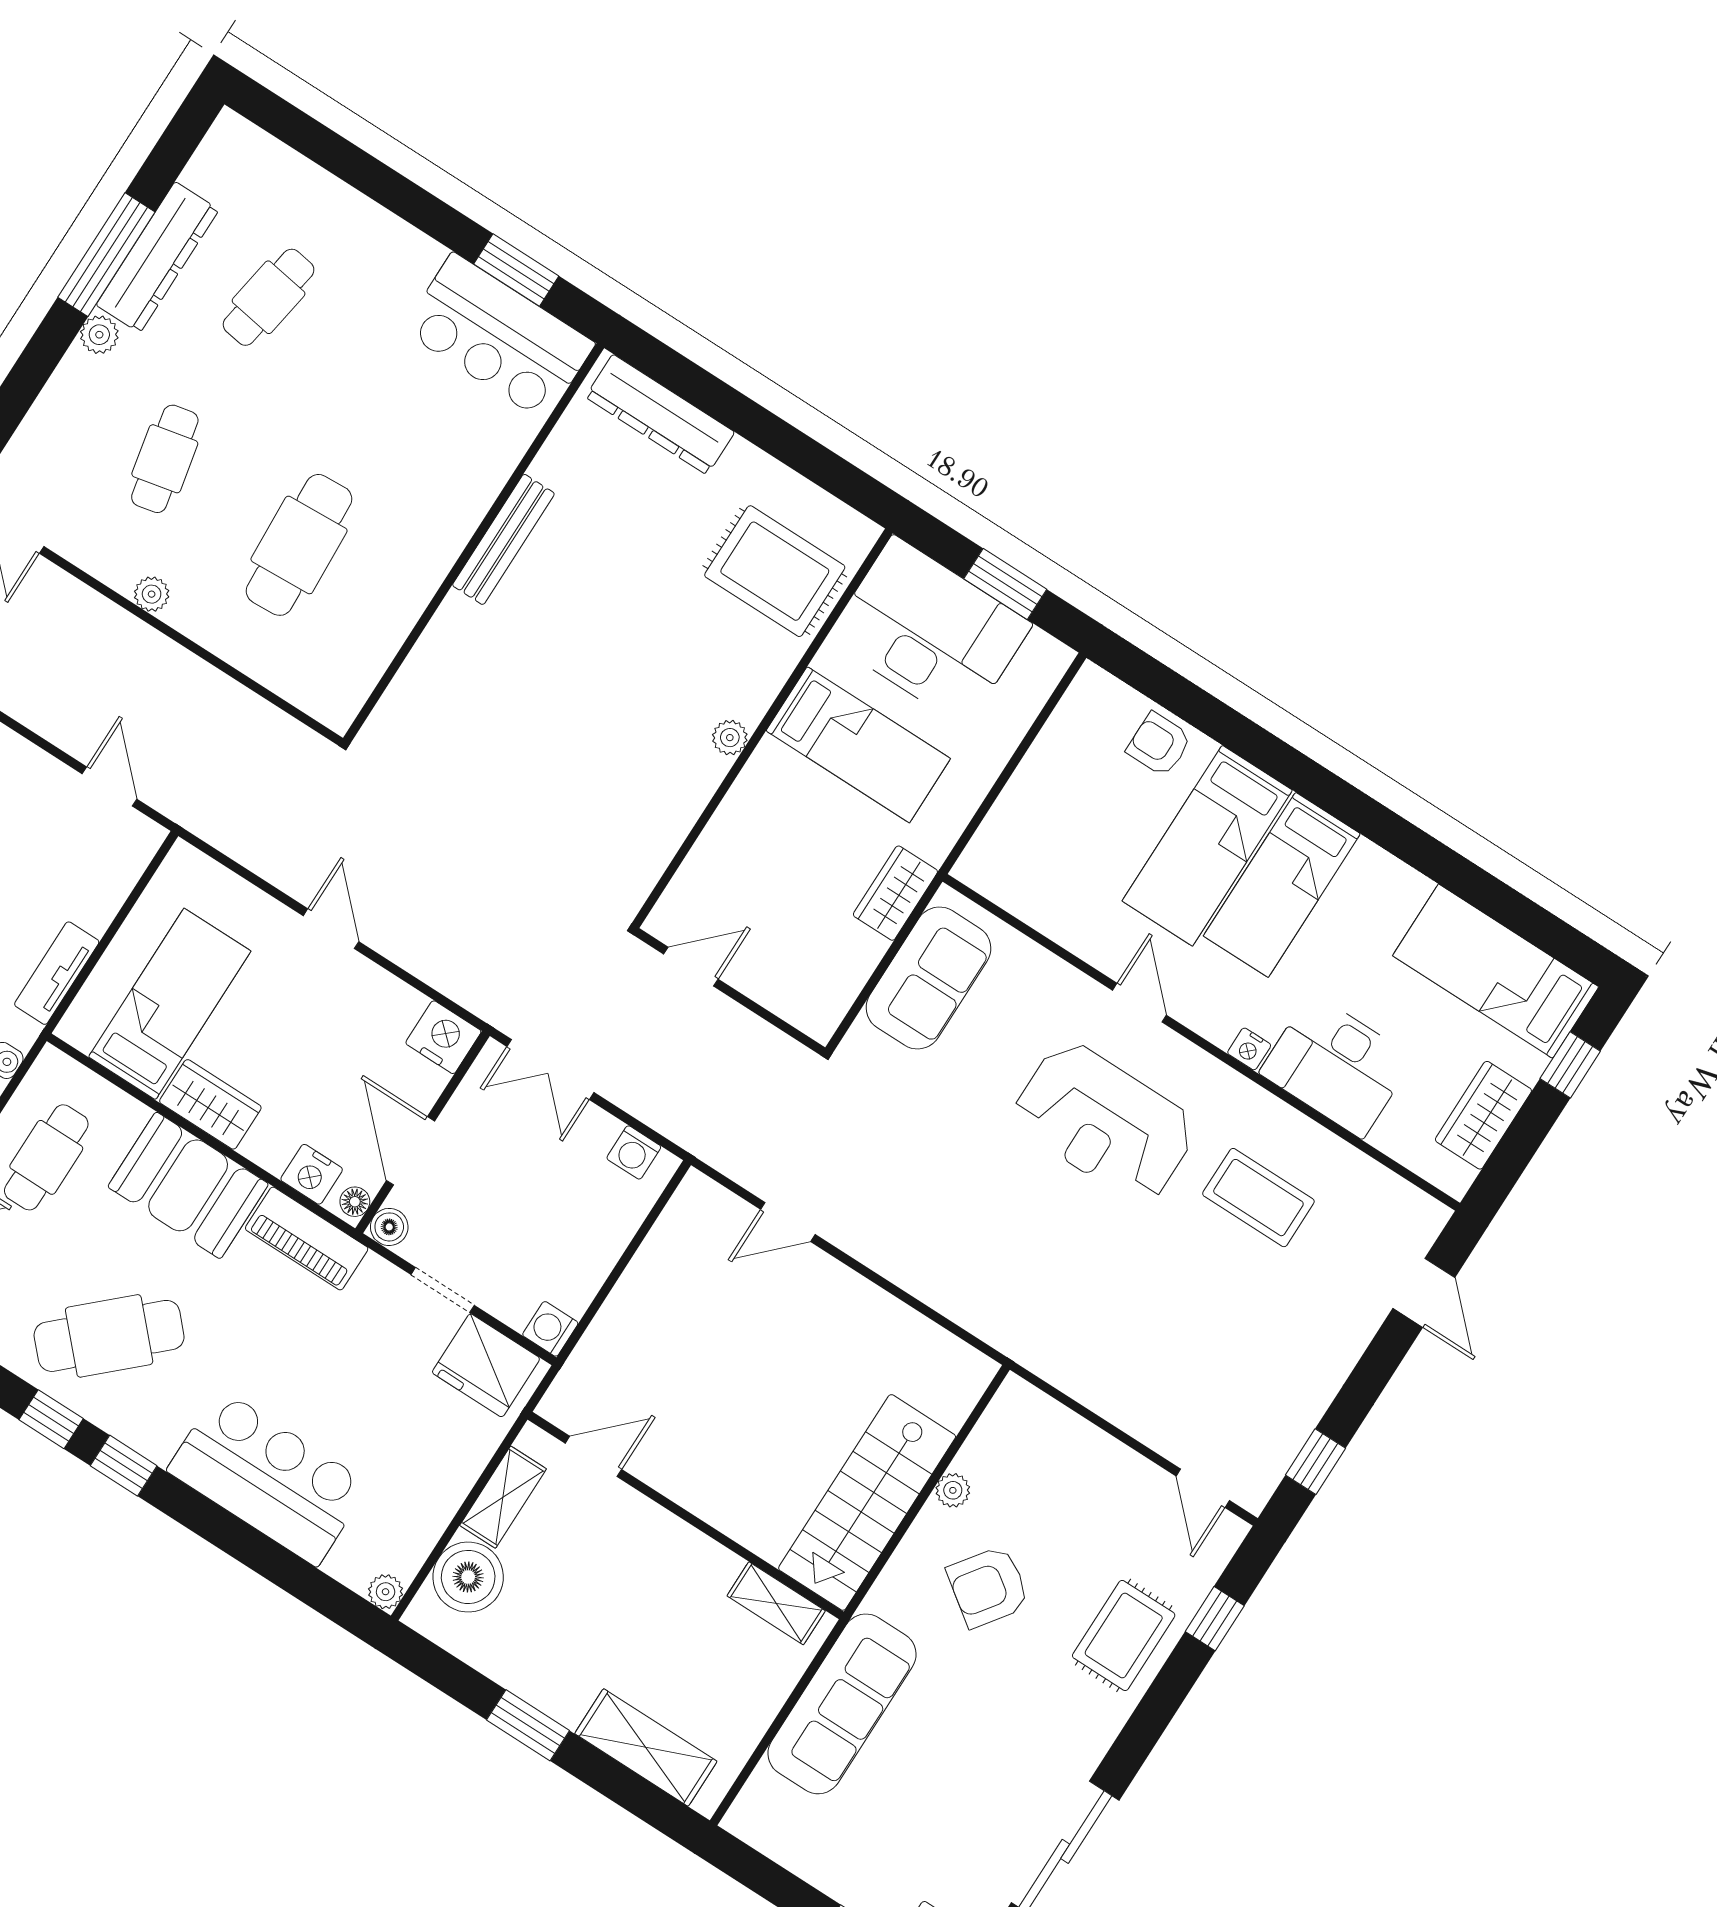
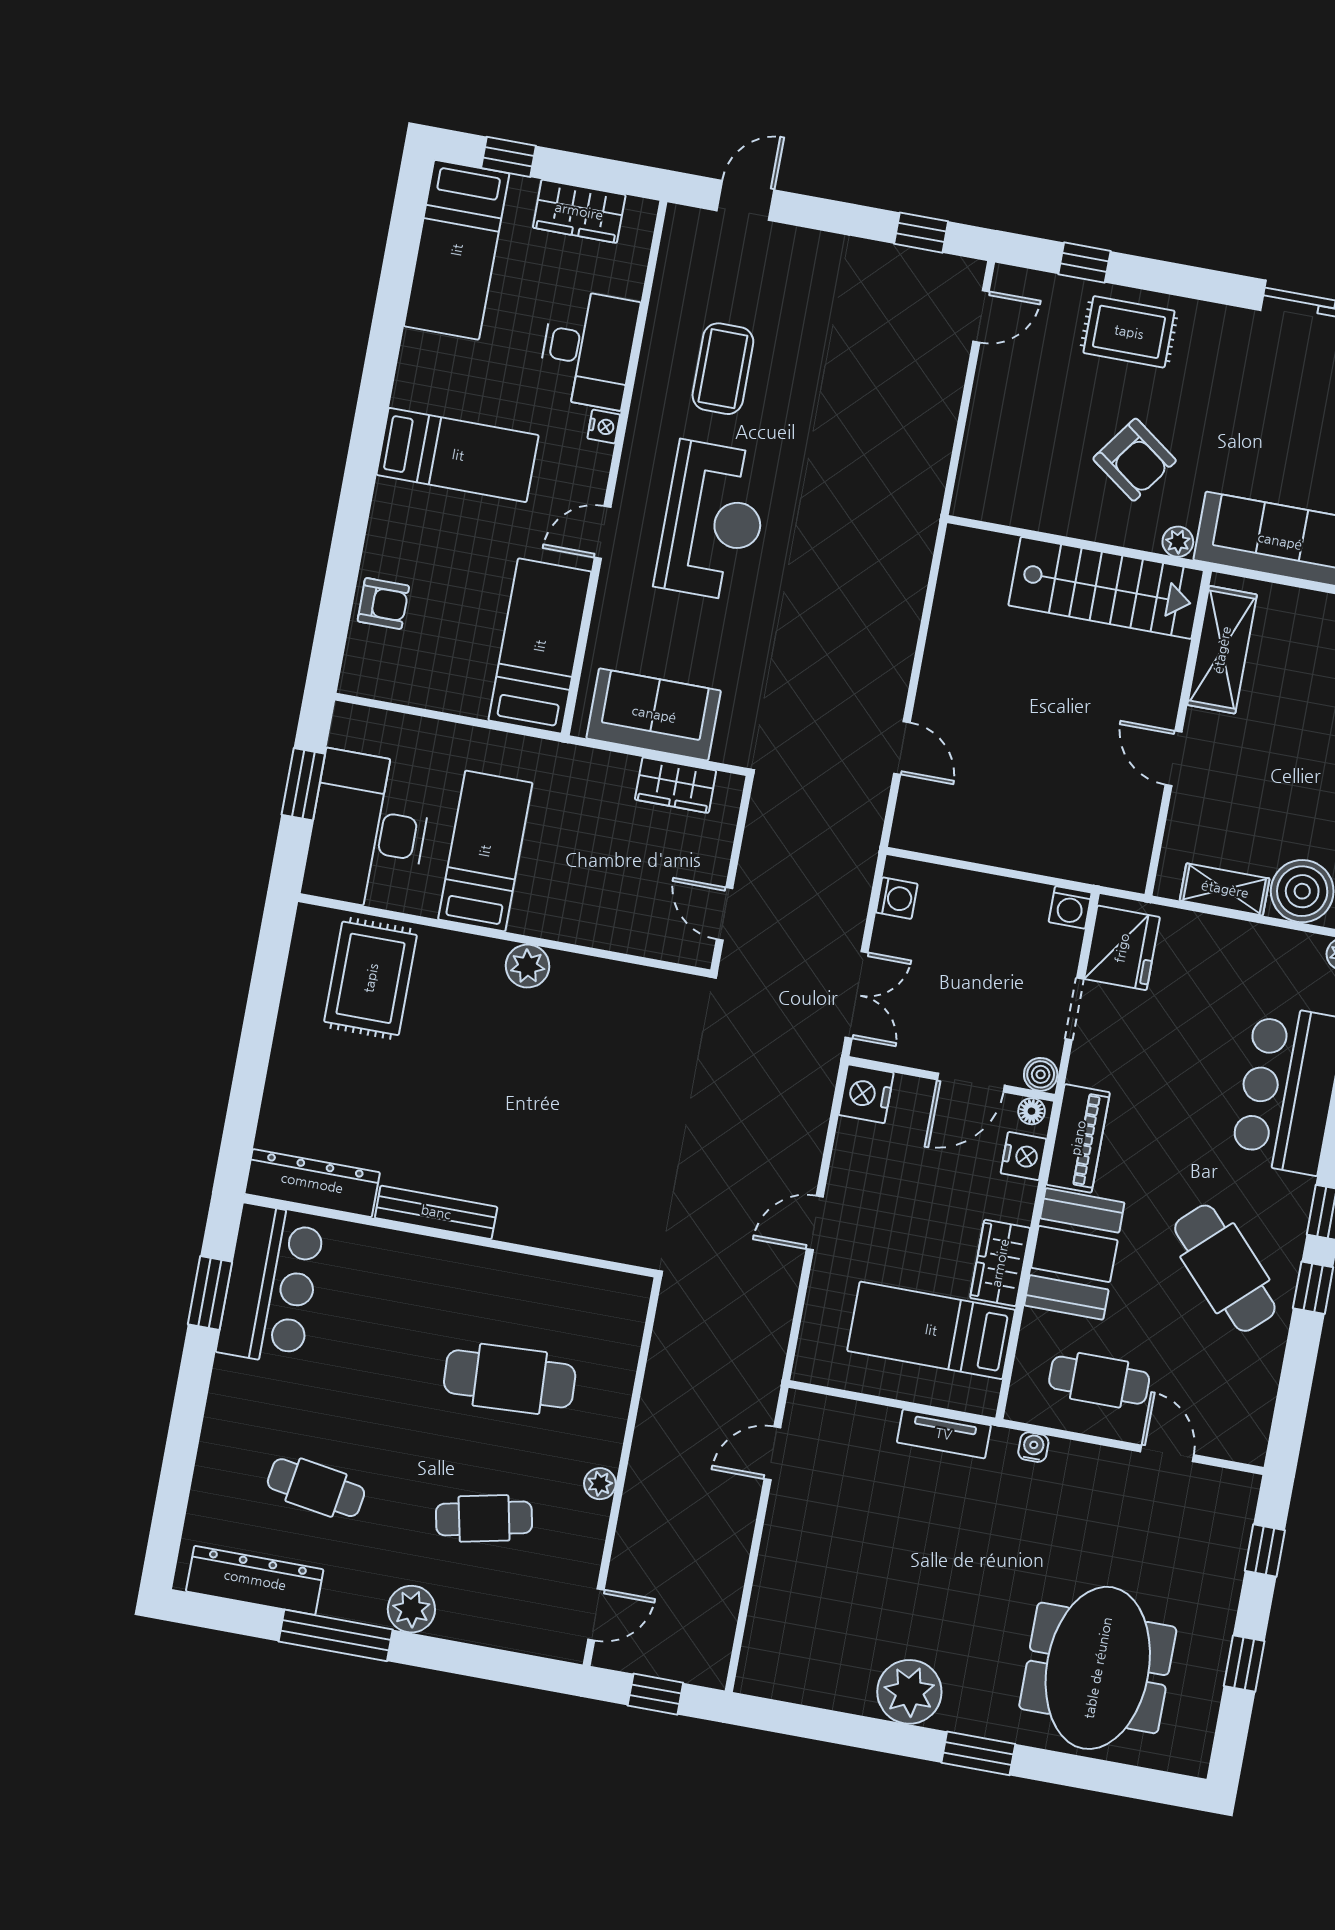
dresser: (157, 257) -> (255, 1580), moved
plant: (99, 335) -> (411, 1609), width x1.38, depth x1.38
dresser: (660, 415) -> (312, 1183), moved, turned -90
plant: (730, 738) -> (528, 966), width x1.38, depth x1.38
armchair: (1159, 744) -> (383, 604), turned -90
bed: (1207, 846) -> (540, 646), moved, turned -90
wardrobe: (895, 893) -> (676, 785), moved
door: (593, 1456) -> (1173, 758), moved
plant: (953, 1490) -> (1178, 542), moved
shelving: (776, 1603) -> (1222, 650), width x1.50, depth x1.33

